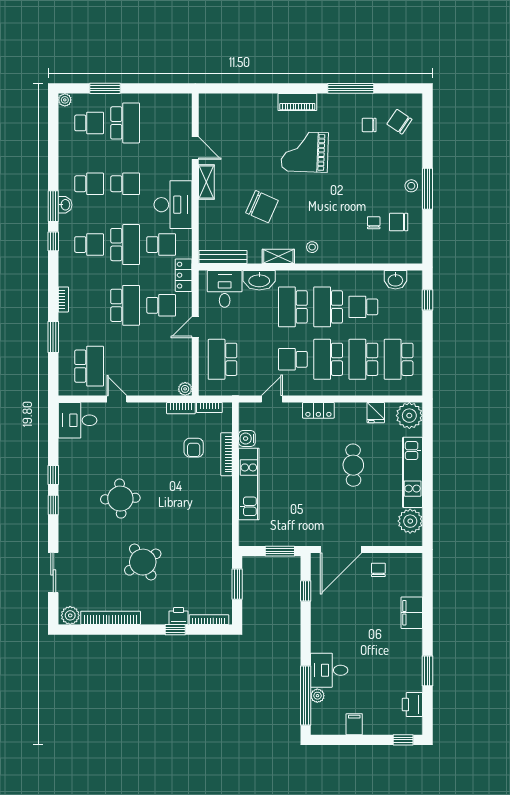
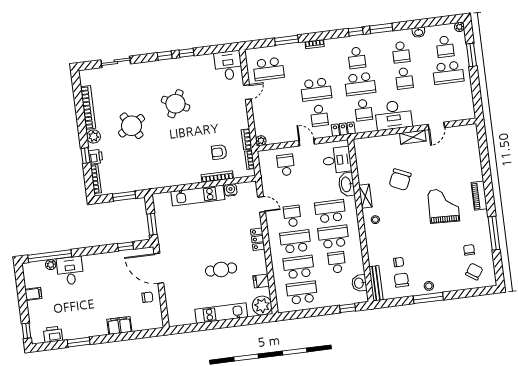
washbasin: (65, 205) -> (419, 32), moved
bench: (223, 257) -> (376, 283), moved
school desk: (223, 359) -> (286, 165), width x0.54
round table: (120, 499) -> (175, 104), turned 30
plant: (410, 521) -> (186, 316), removed
plant: (70, 615) -> (94, 136), moved

